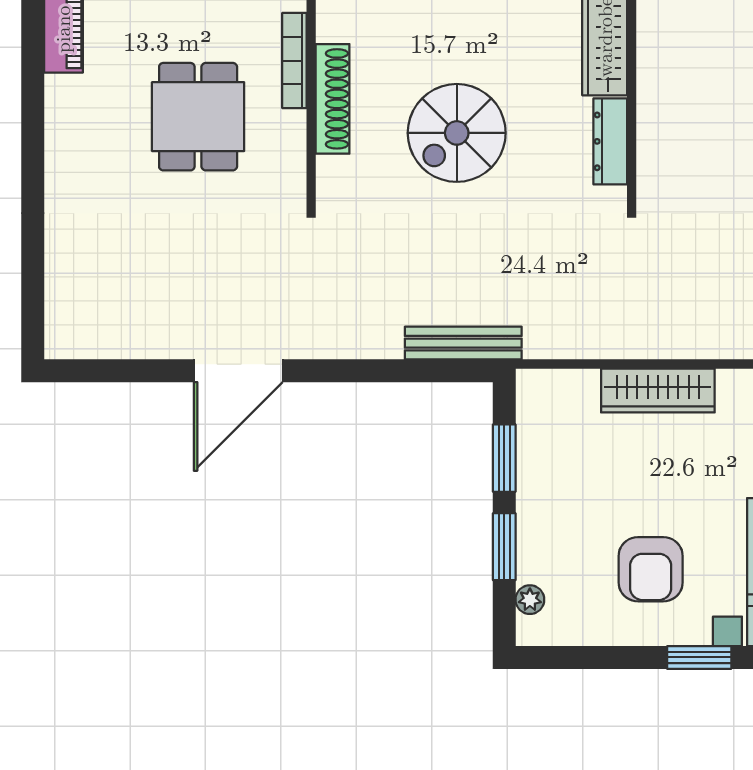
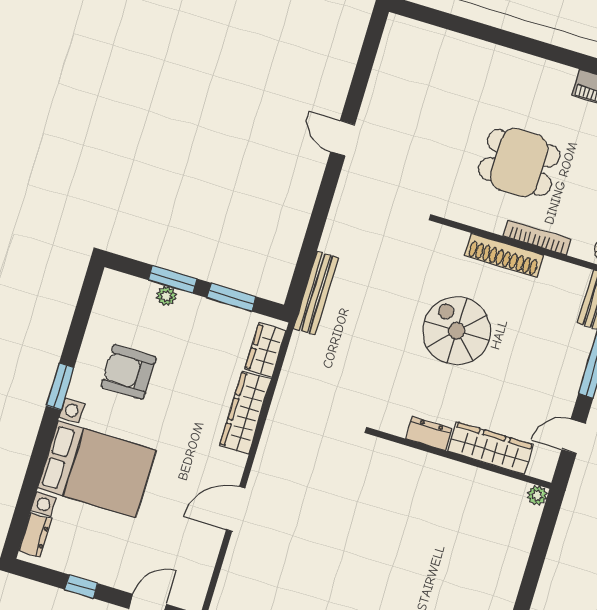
dresser: (610, 141) -> (429, 434), width x0.70
door: (238, 371) -> (343, 138), width x0.53
wardrobe: (563, 389) -> (266, 350), added
plant: (530, 600) -> (166, 296), moved

